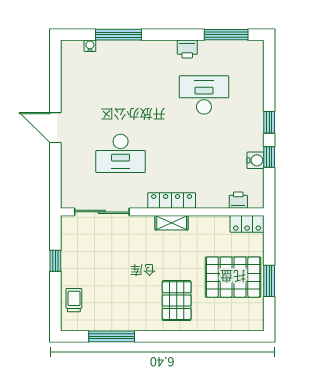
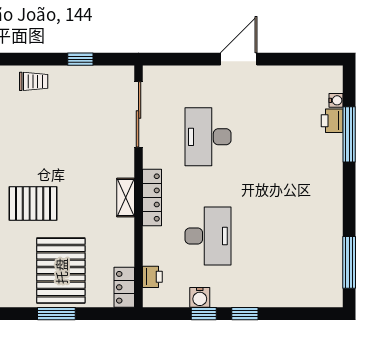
printer: (187, 49) -> (332, 121), moved
desk: (204, 95) -> (208, 236), moved

